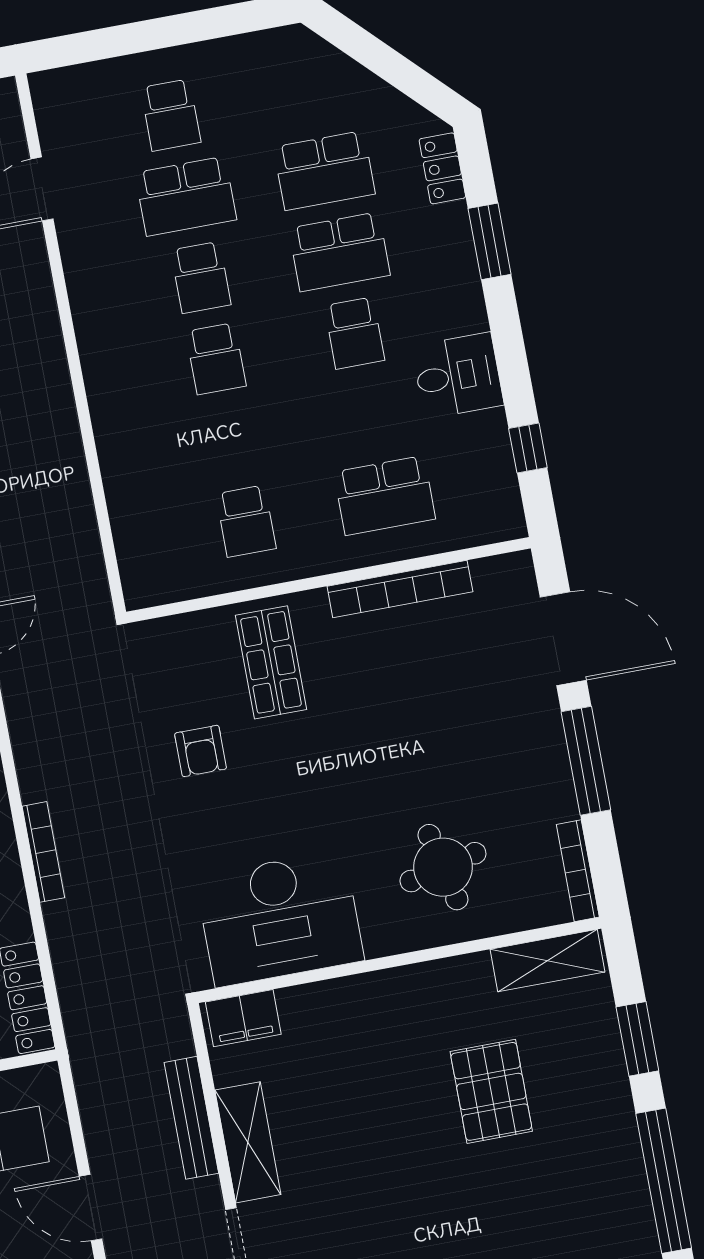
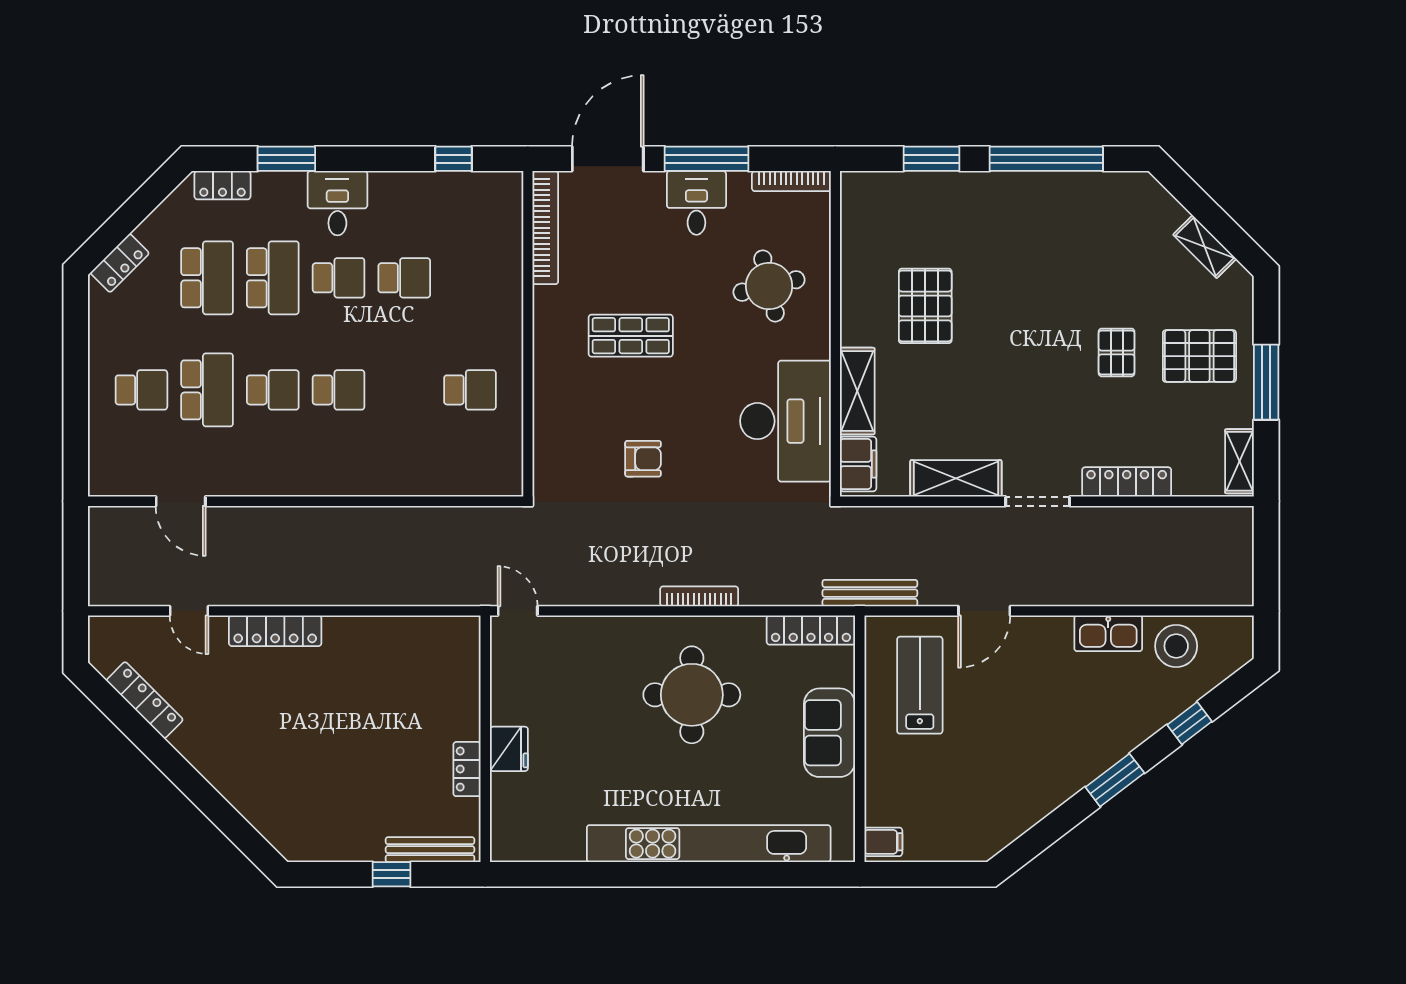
locker: (323, 59) -> (120, 263), added
desk: (458, 376) -> (337, 203), moved
school desk: (385, 495) -> (404, 278), moved, width x0.54
bookcase: (400, 589) -> (545, 228), moved
shop shelf: (271, 662) -> (631, 336), moved
desk: (529, 758) -> (696, 203), added
shelving: (548, 961) -> (857, 391), moved
pallet: (491, 1091) -> (925, 306), moved, turned 90
bench: (191, 1118) -> (870, 593), moved

